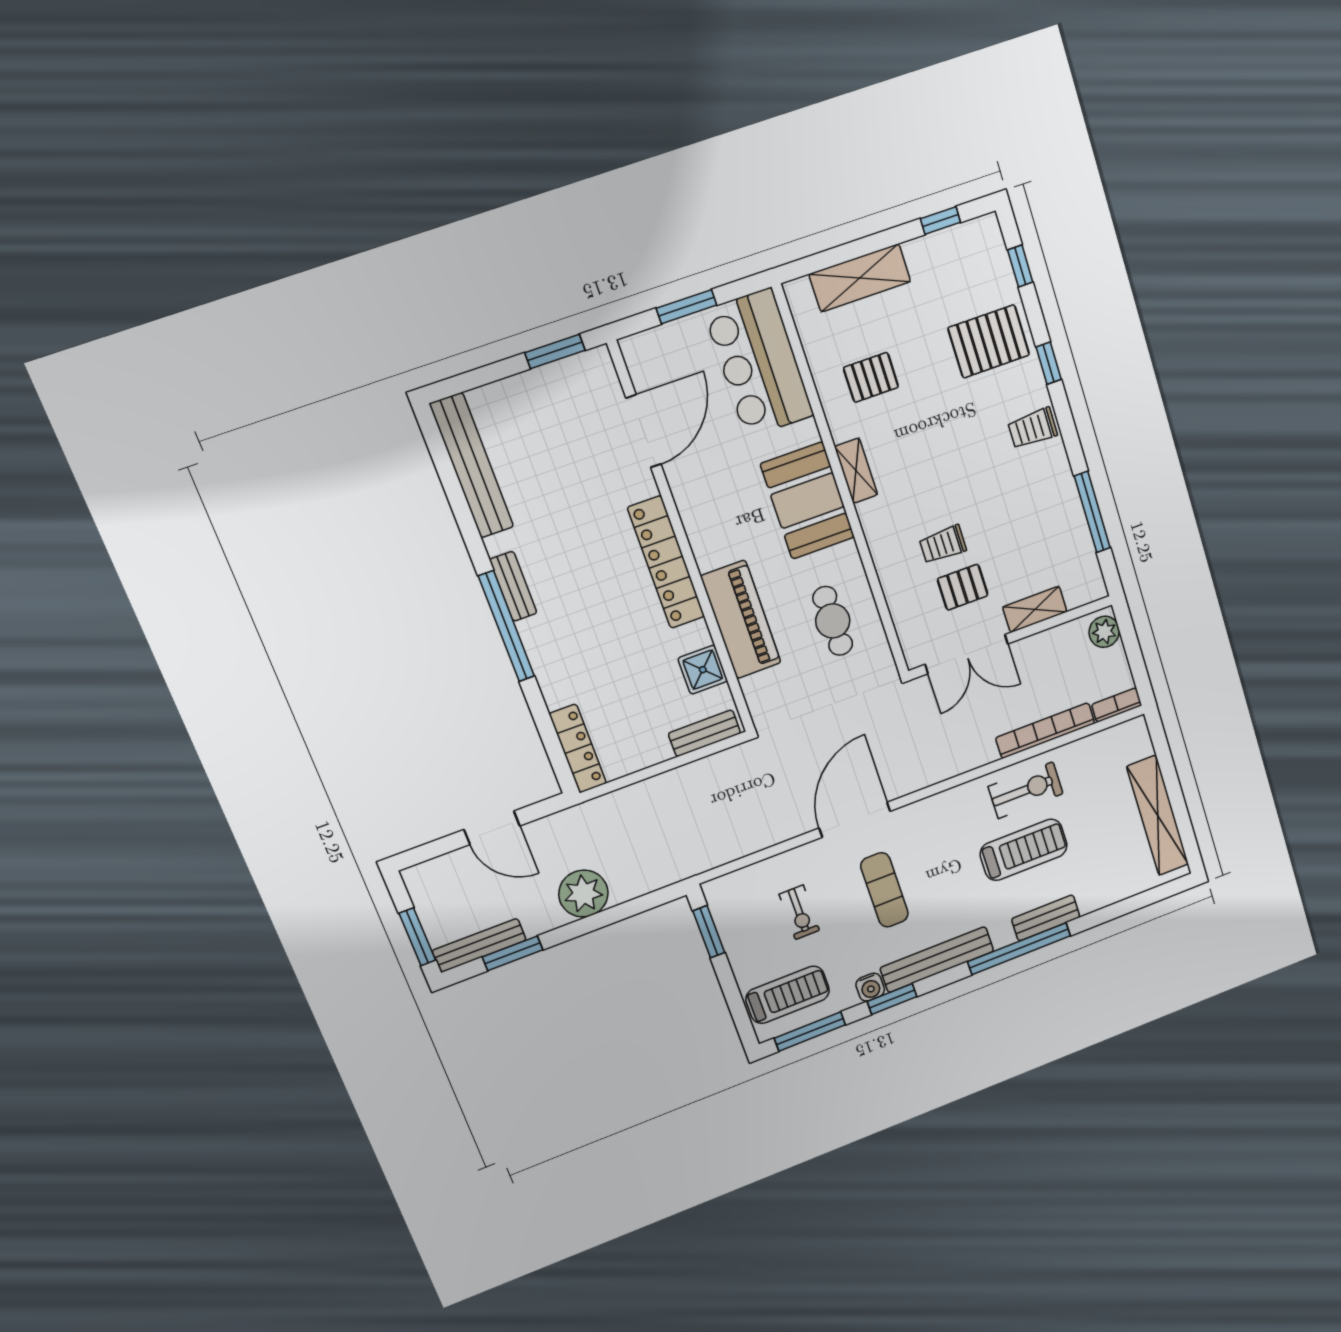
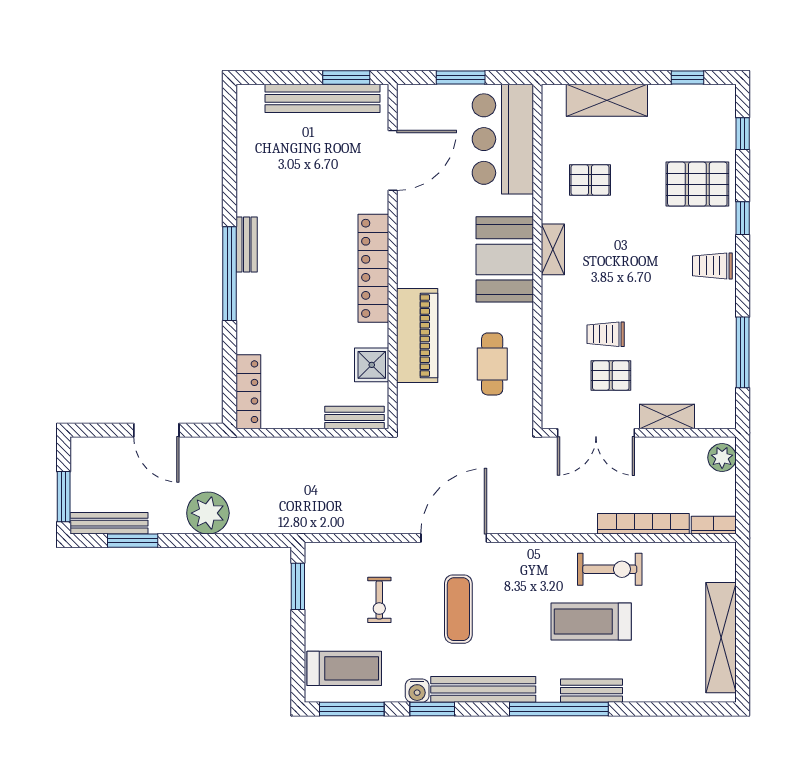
bench: (472, 466) -> (323, 98), moved, turned 90
treadmill: (1024, 850) -> (591, 621), turned 180

